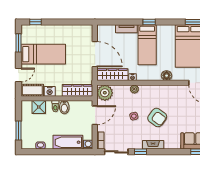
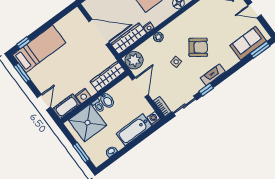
bed: (43, 54) -> (39, 49), moved
shower: (39, 107) -> (88, 123), width x1.86, depth x1.86

